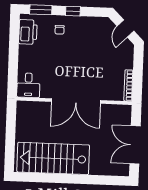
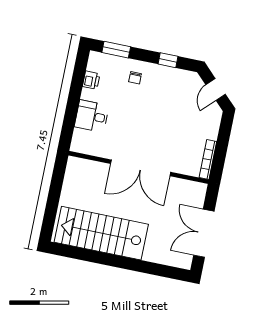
window: (73, 11) -> (168, 60), moved
printer: (28, 32) -> (91, 80), width x0.53, depth x0.68
desk: (28, 85) -> (92, 116), moved, turned 90

